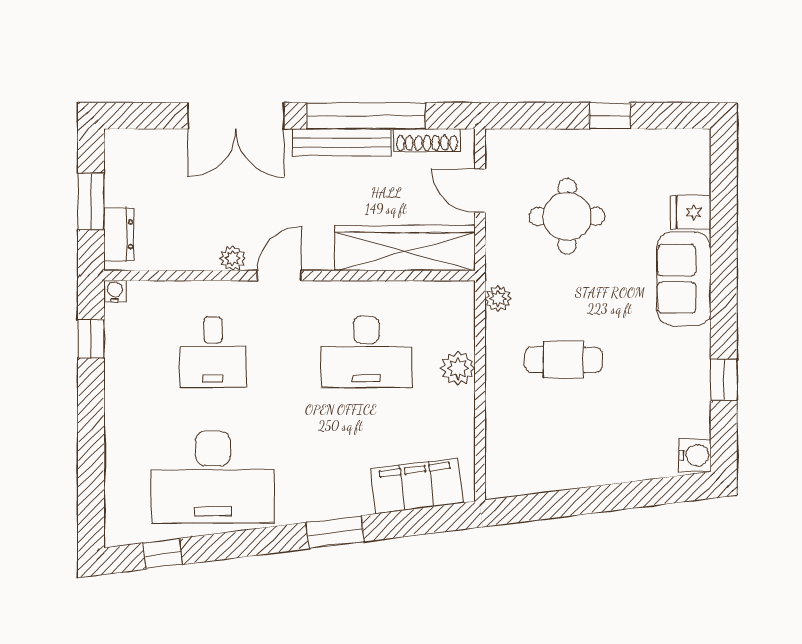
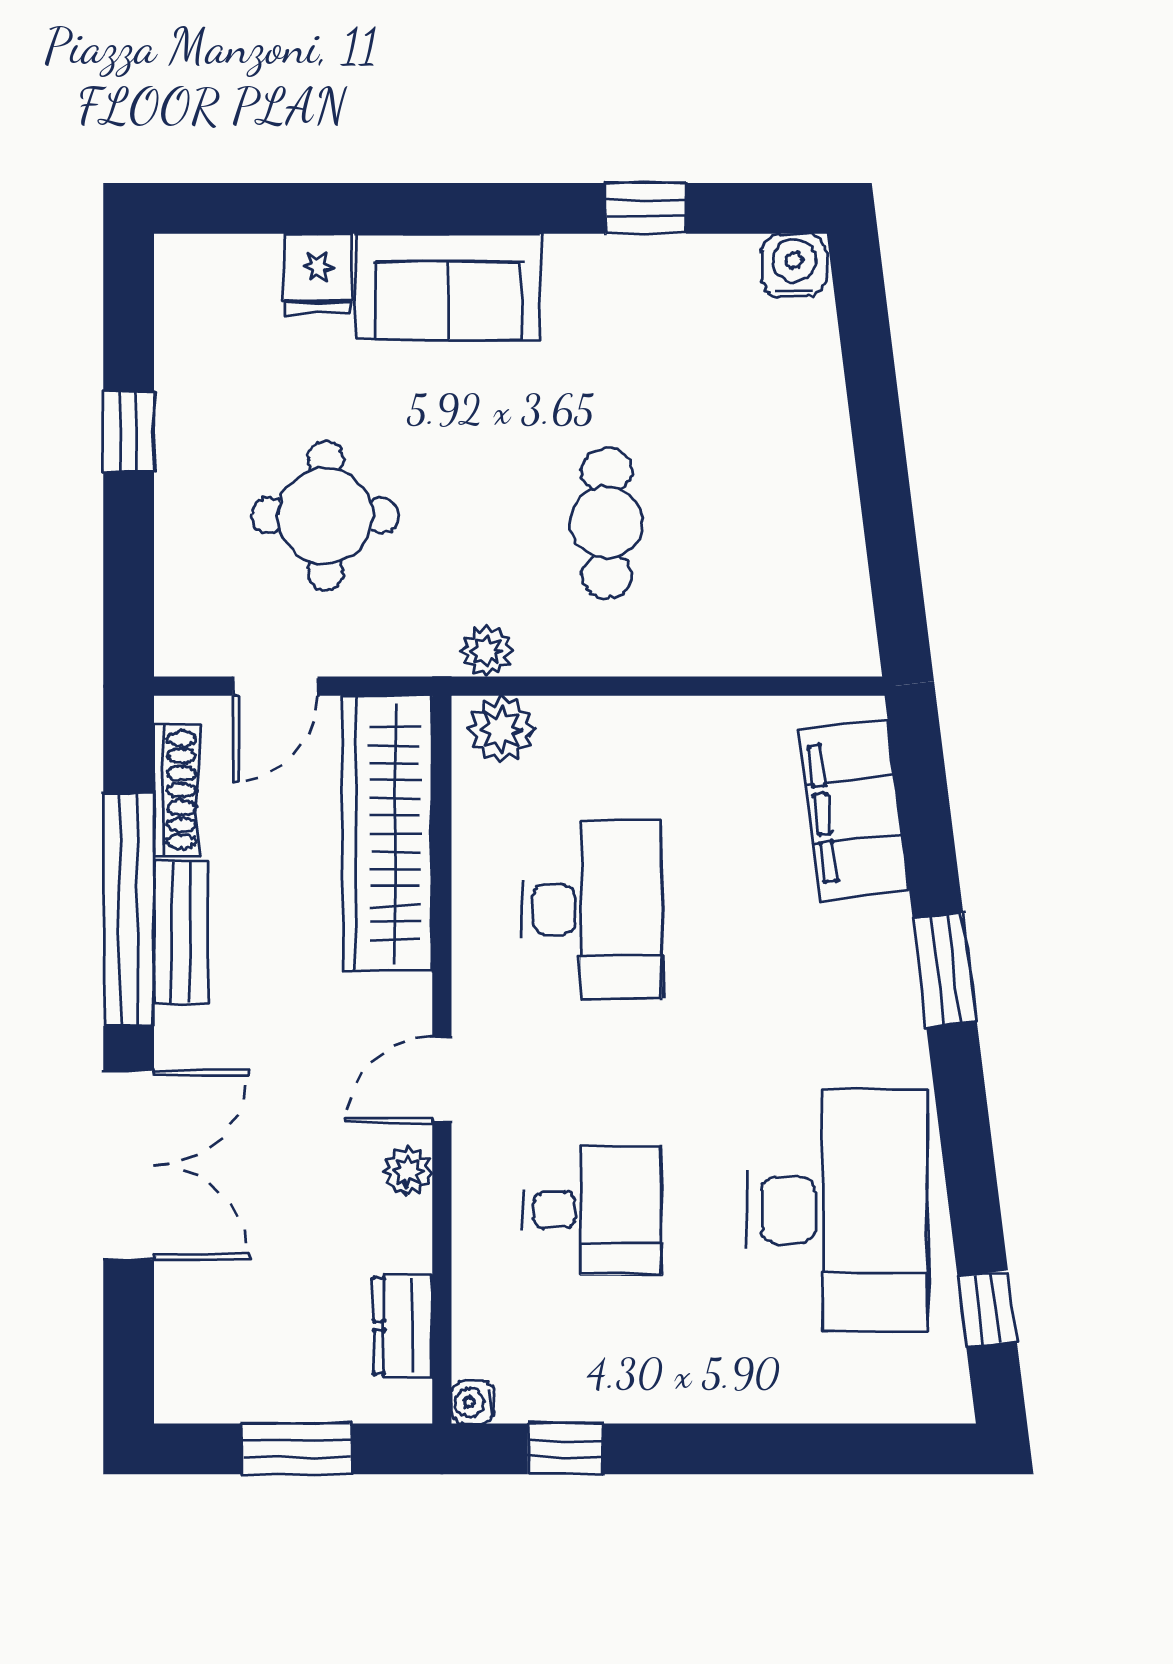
bench: (342, 143) -> (181, 932), width x0.73
dresser: (119, 234) -> (403, 1326), moved, turned -90
door: (279, 276) -> (442, 1080), hinge flipped
plant: (458, 368) -> (501, 730), moved

